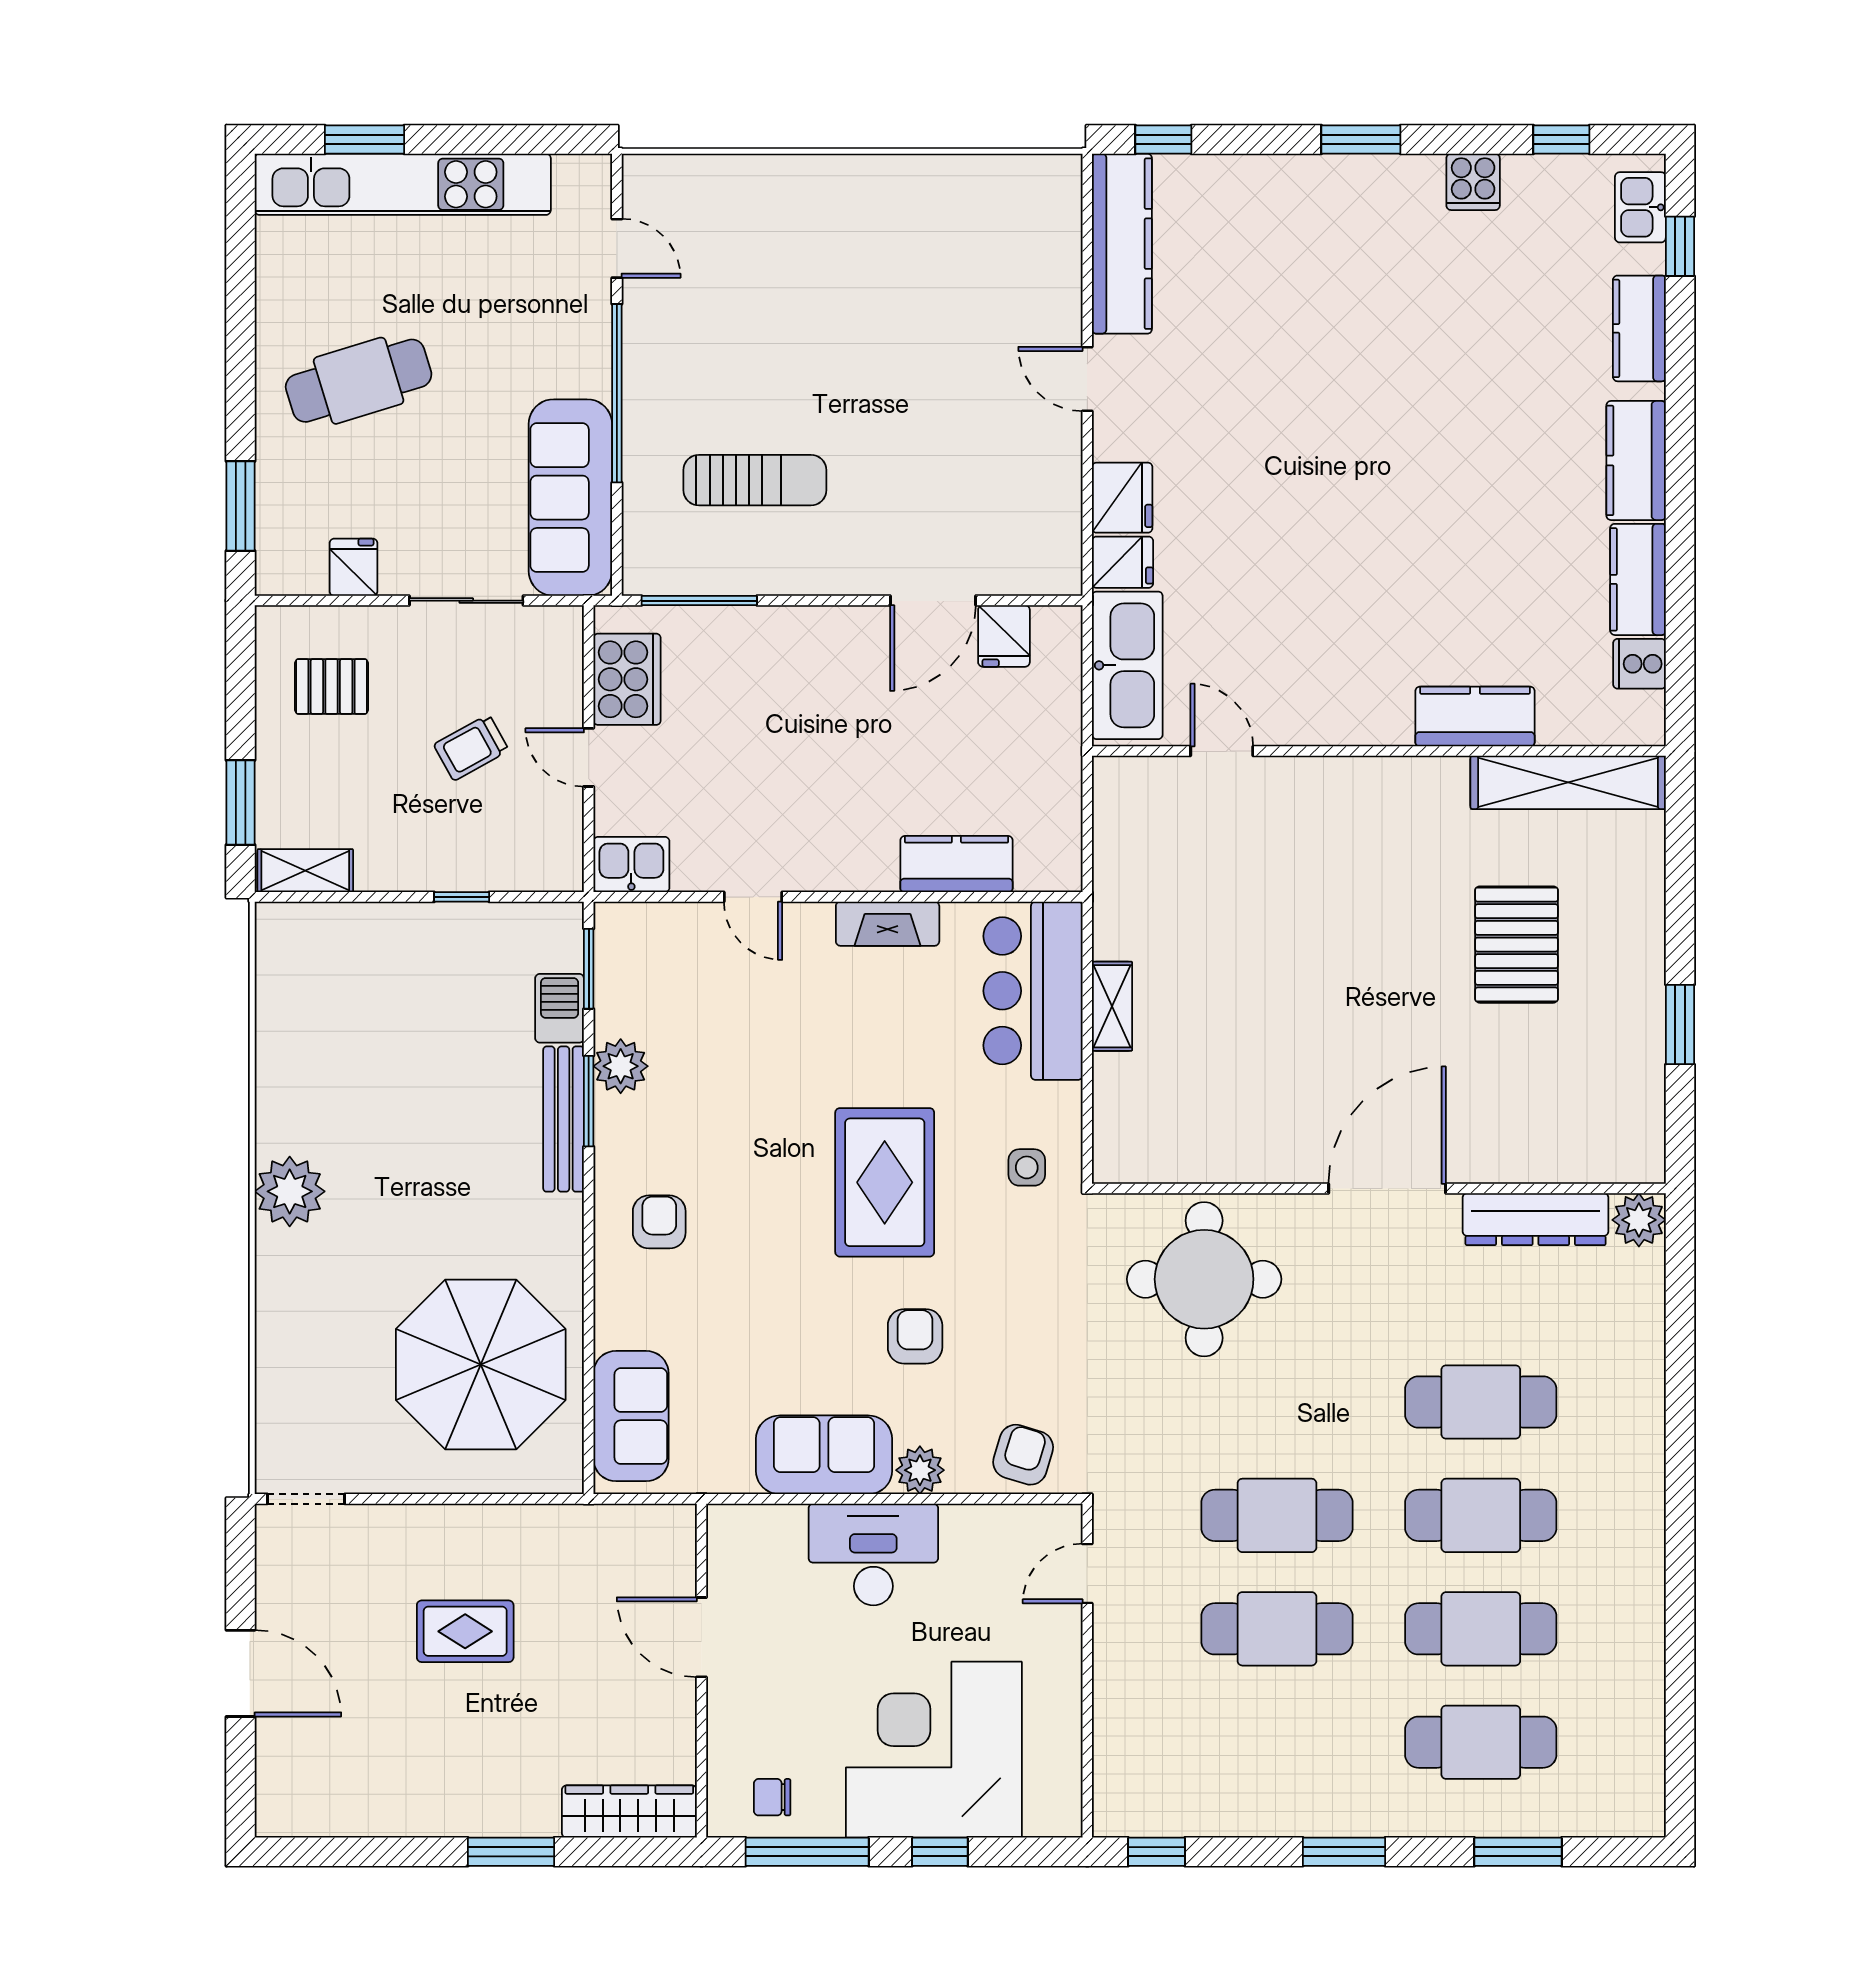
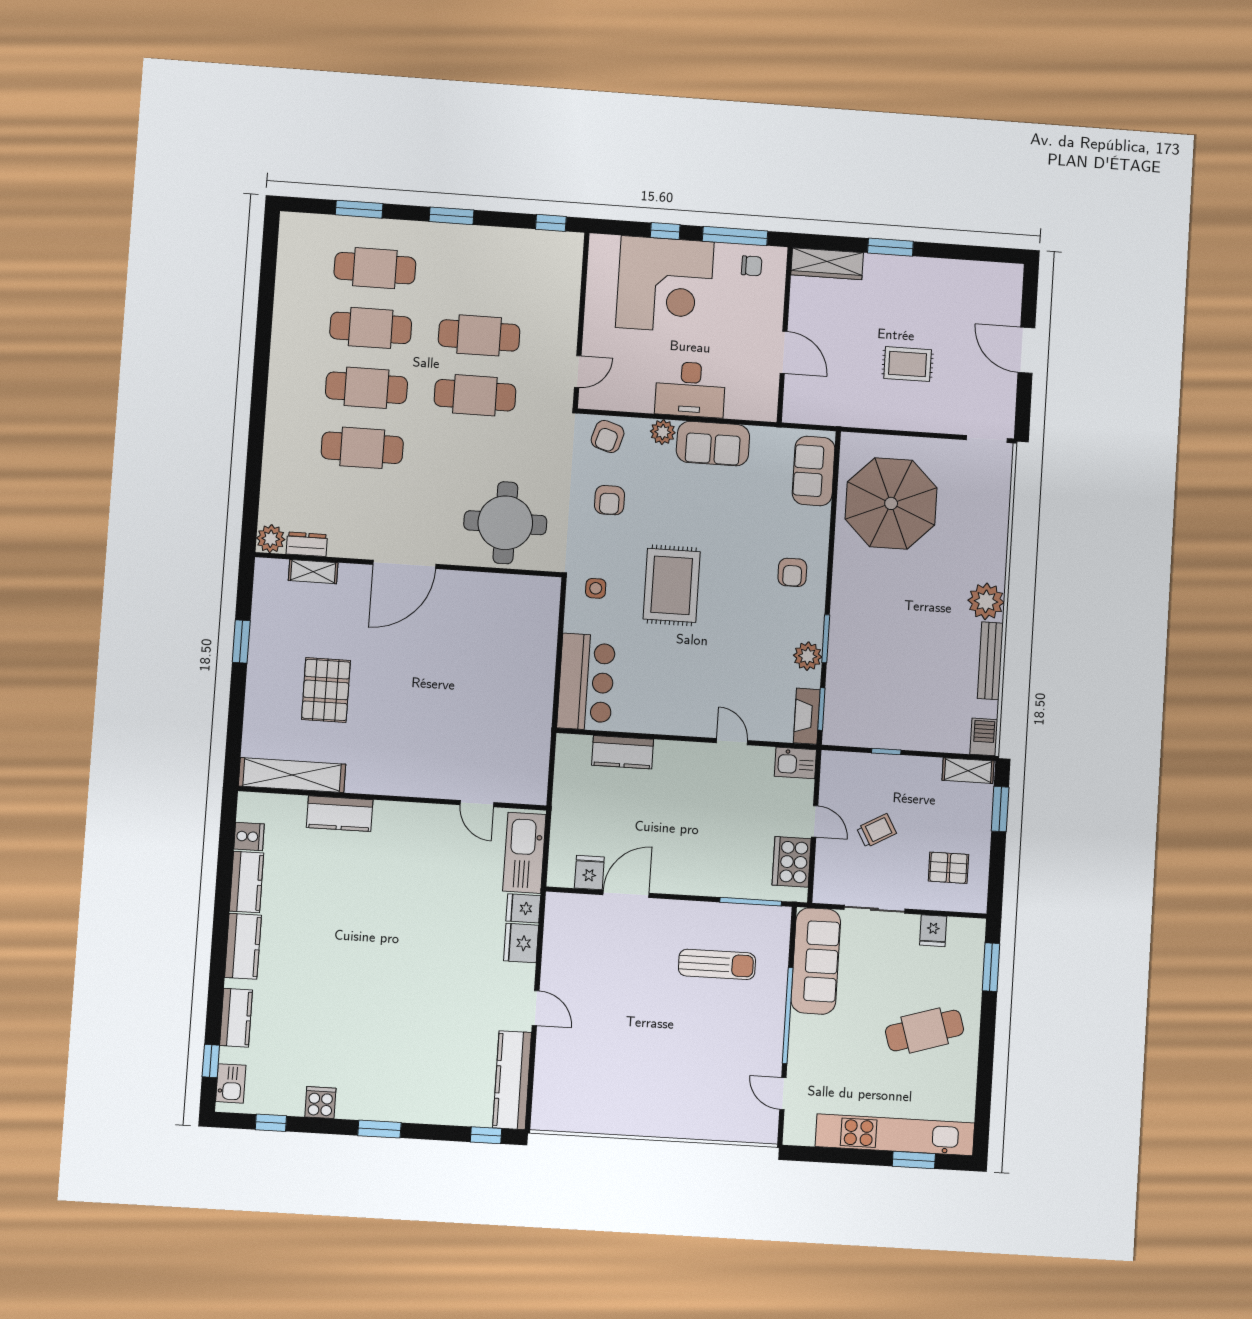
sun lounger: (755, 480) -> (717, 964), turned 180
fireplace: (888, 924) -> (807, 716), moved, turned -90
shelving: (1112, 1006) -> (313, 572), moved, turned 90
barbecue: (560, 1008) -> (984, 737), moved, turned 180
bench: (564, 1119) -> (990, 661), moved
dresser: (1536, 1219) -> (307, 544), width x0.51, depth x0.80
armchair: (915, 1336) -> (610, 500), moved

